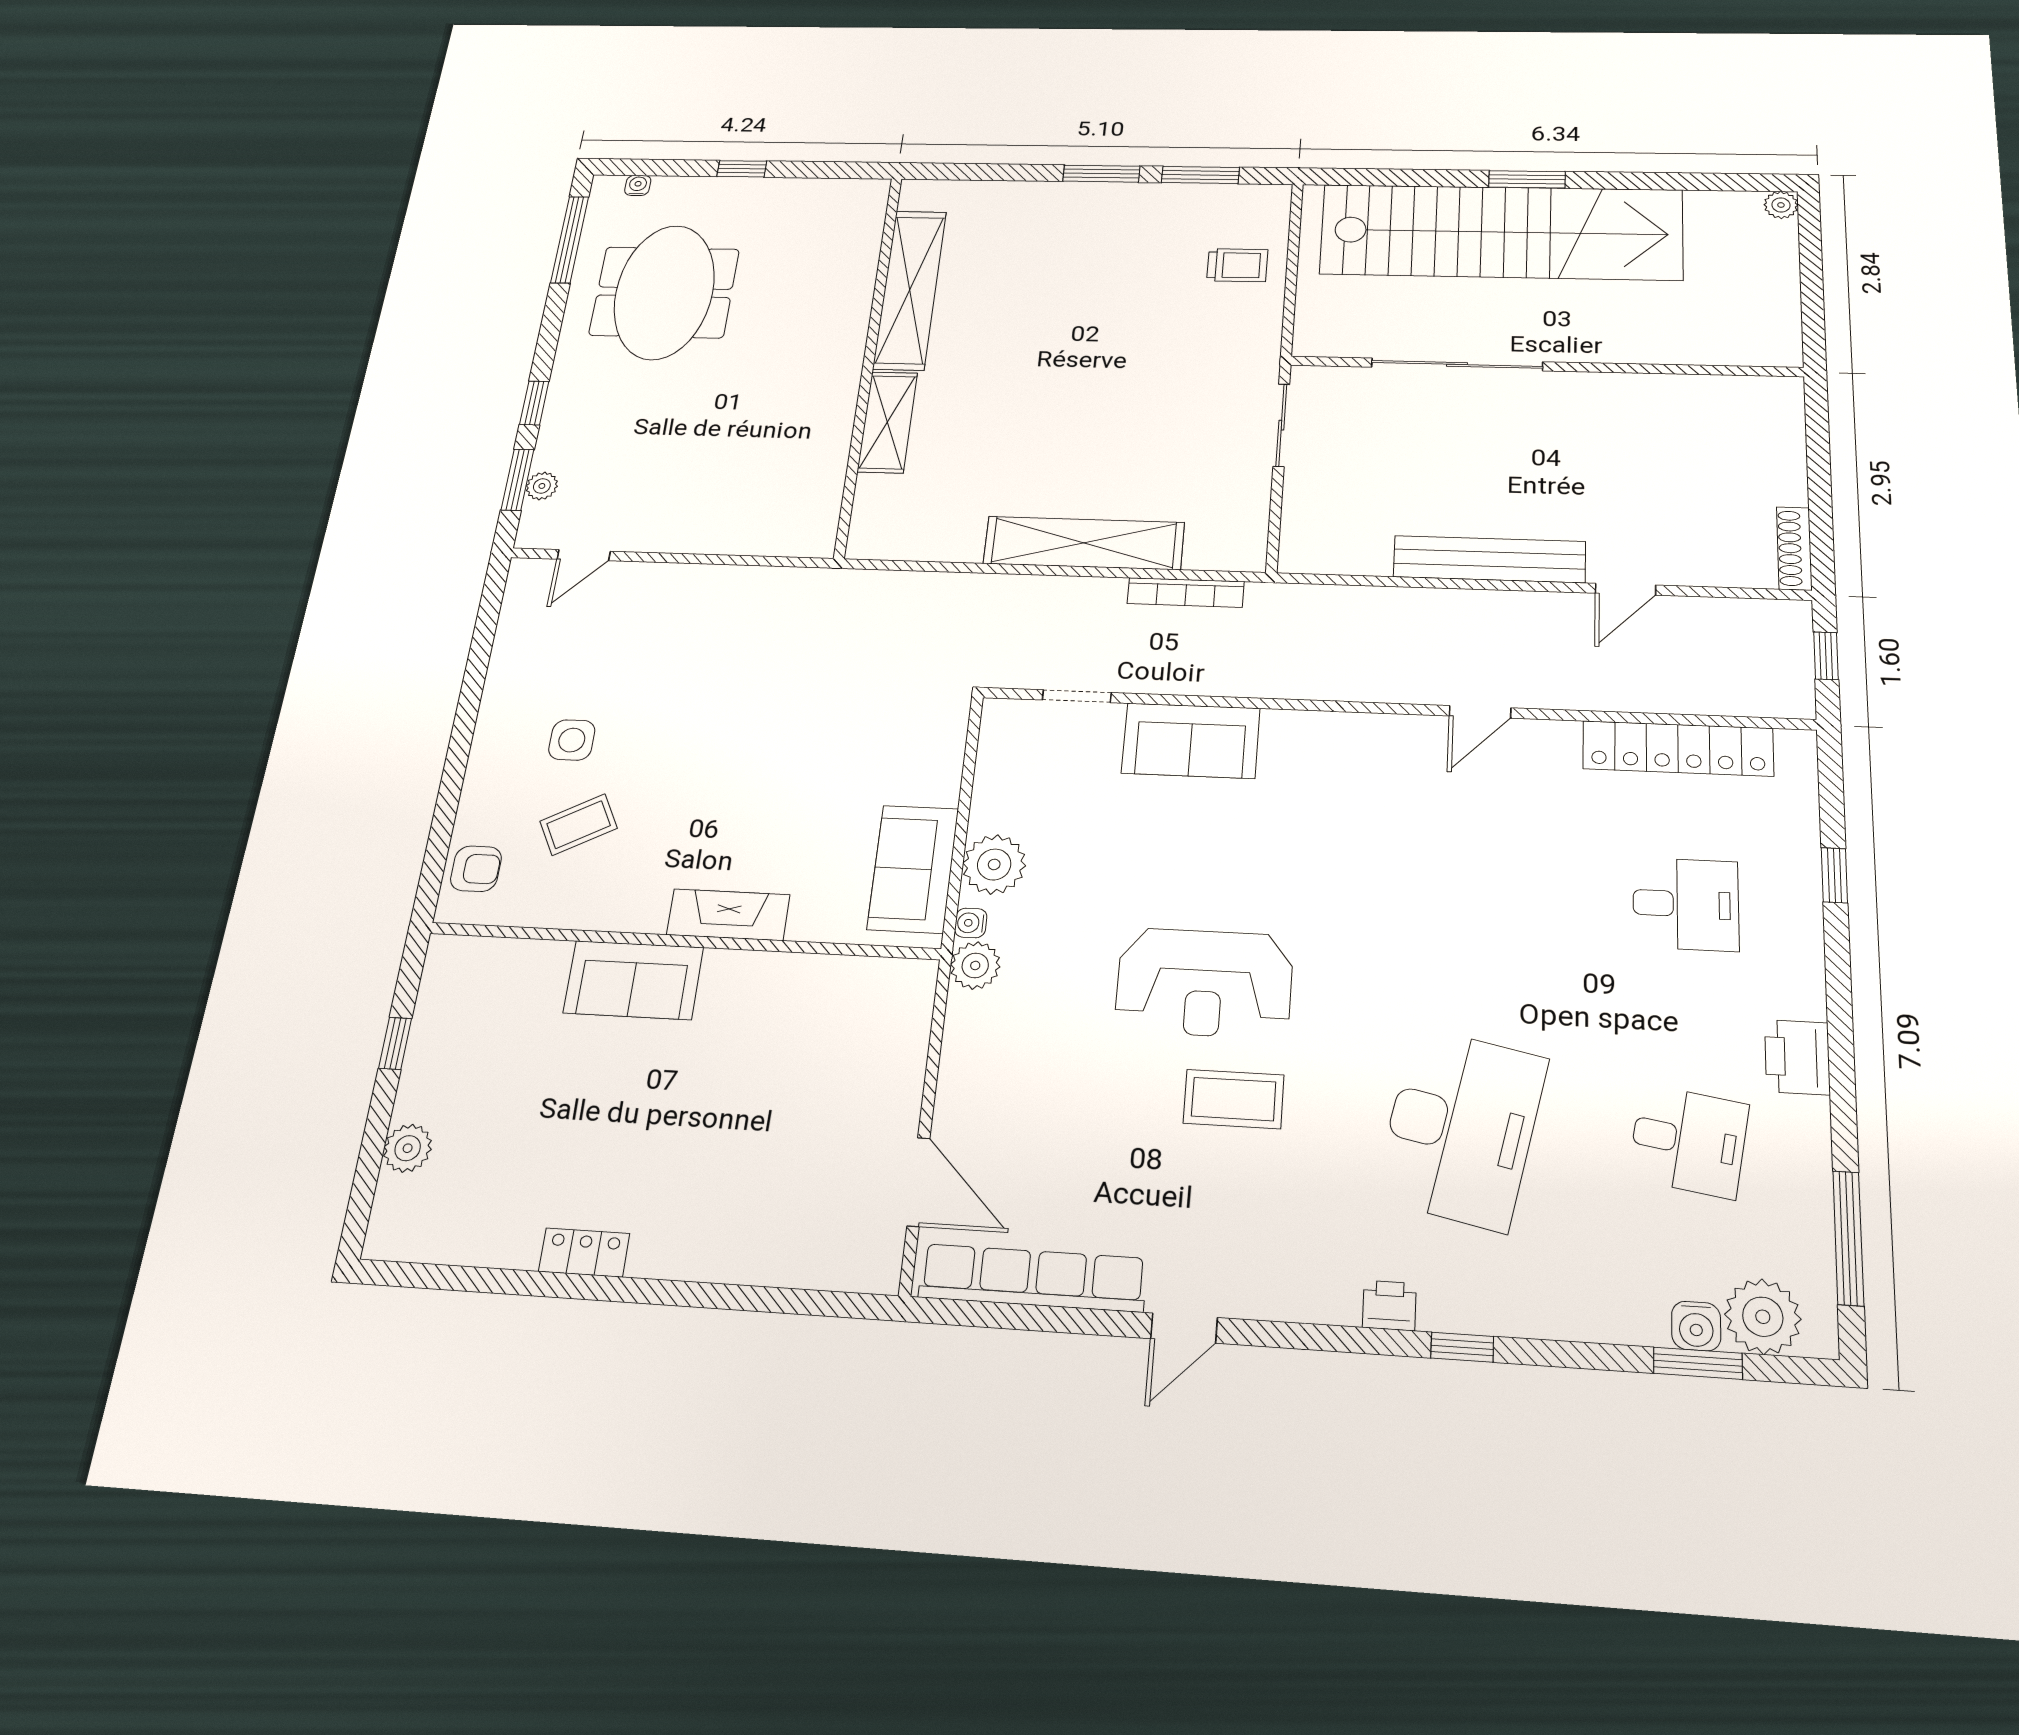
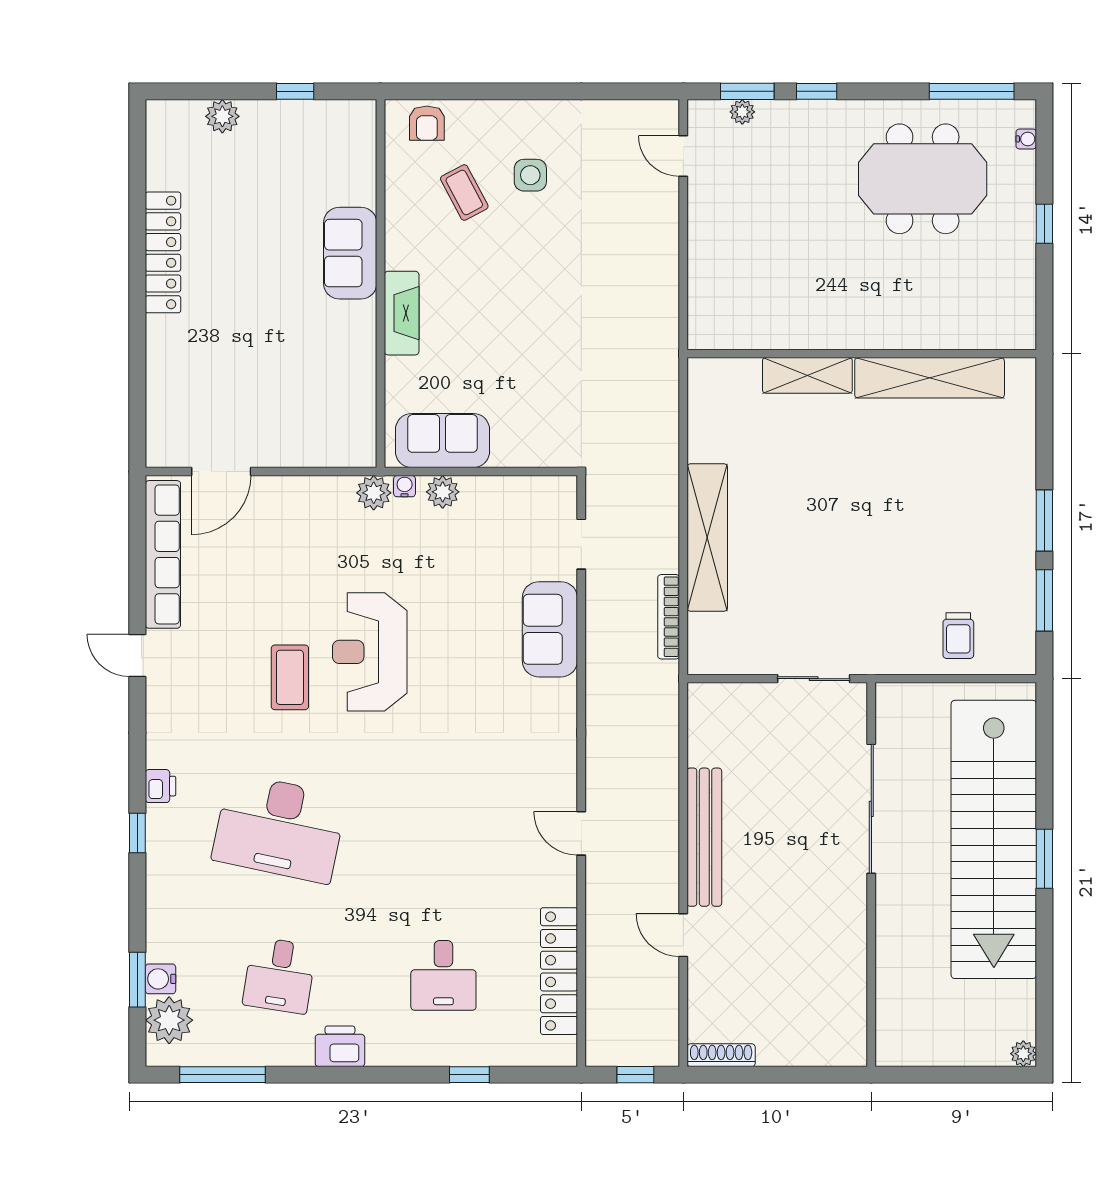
plant: (994, 864) -> (443, 492), width x0.73, depth x0.73
locker: (584, 1252) -> (163, 252), width x2.16, depth x1.21

